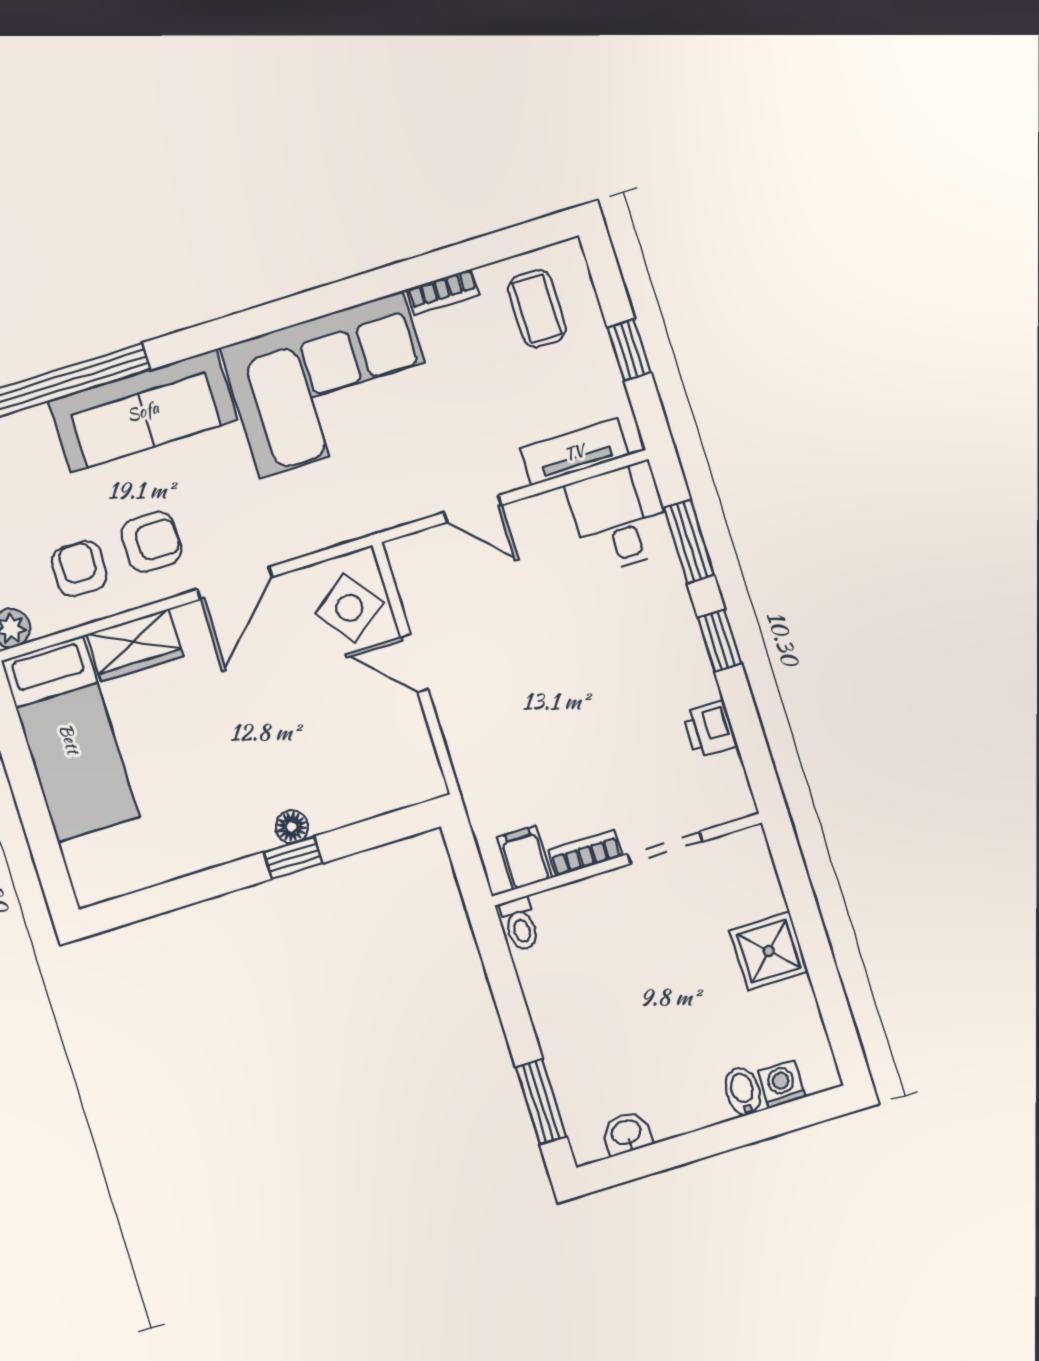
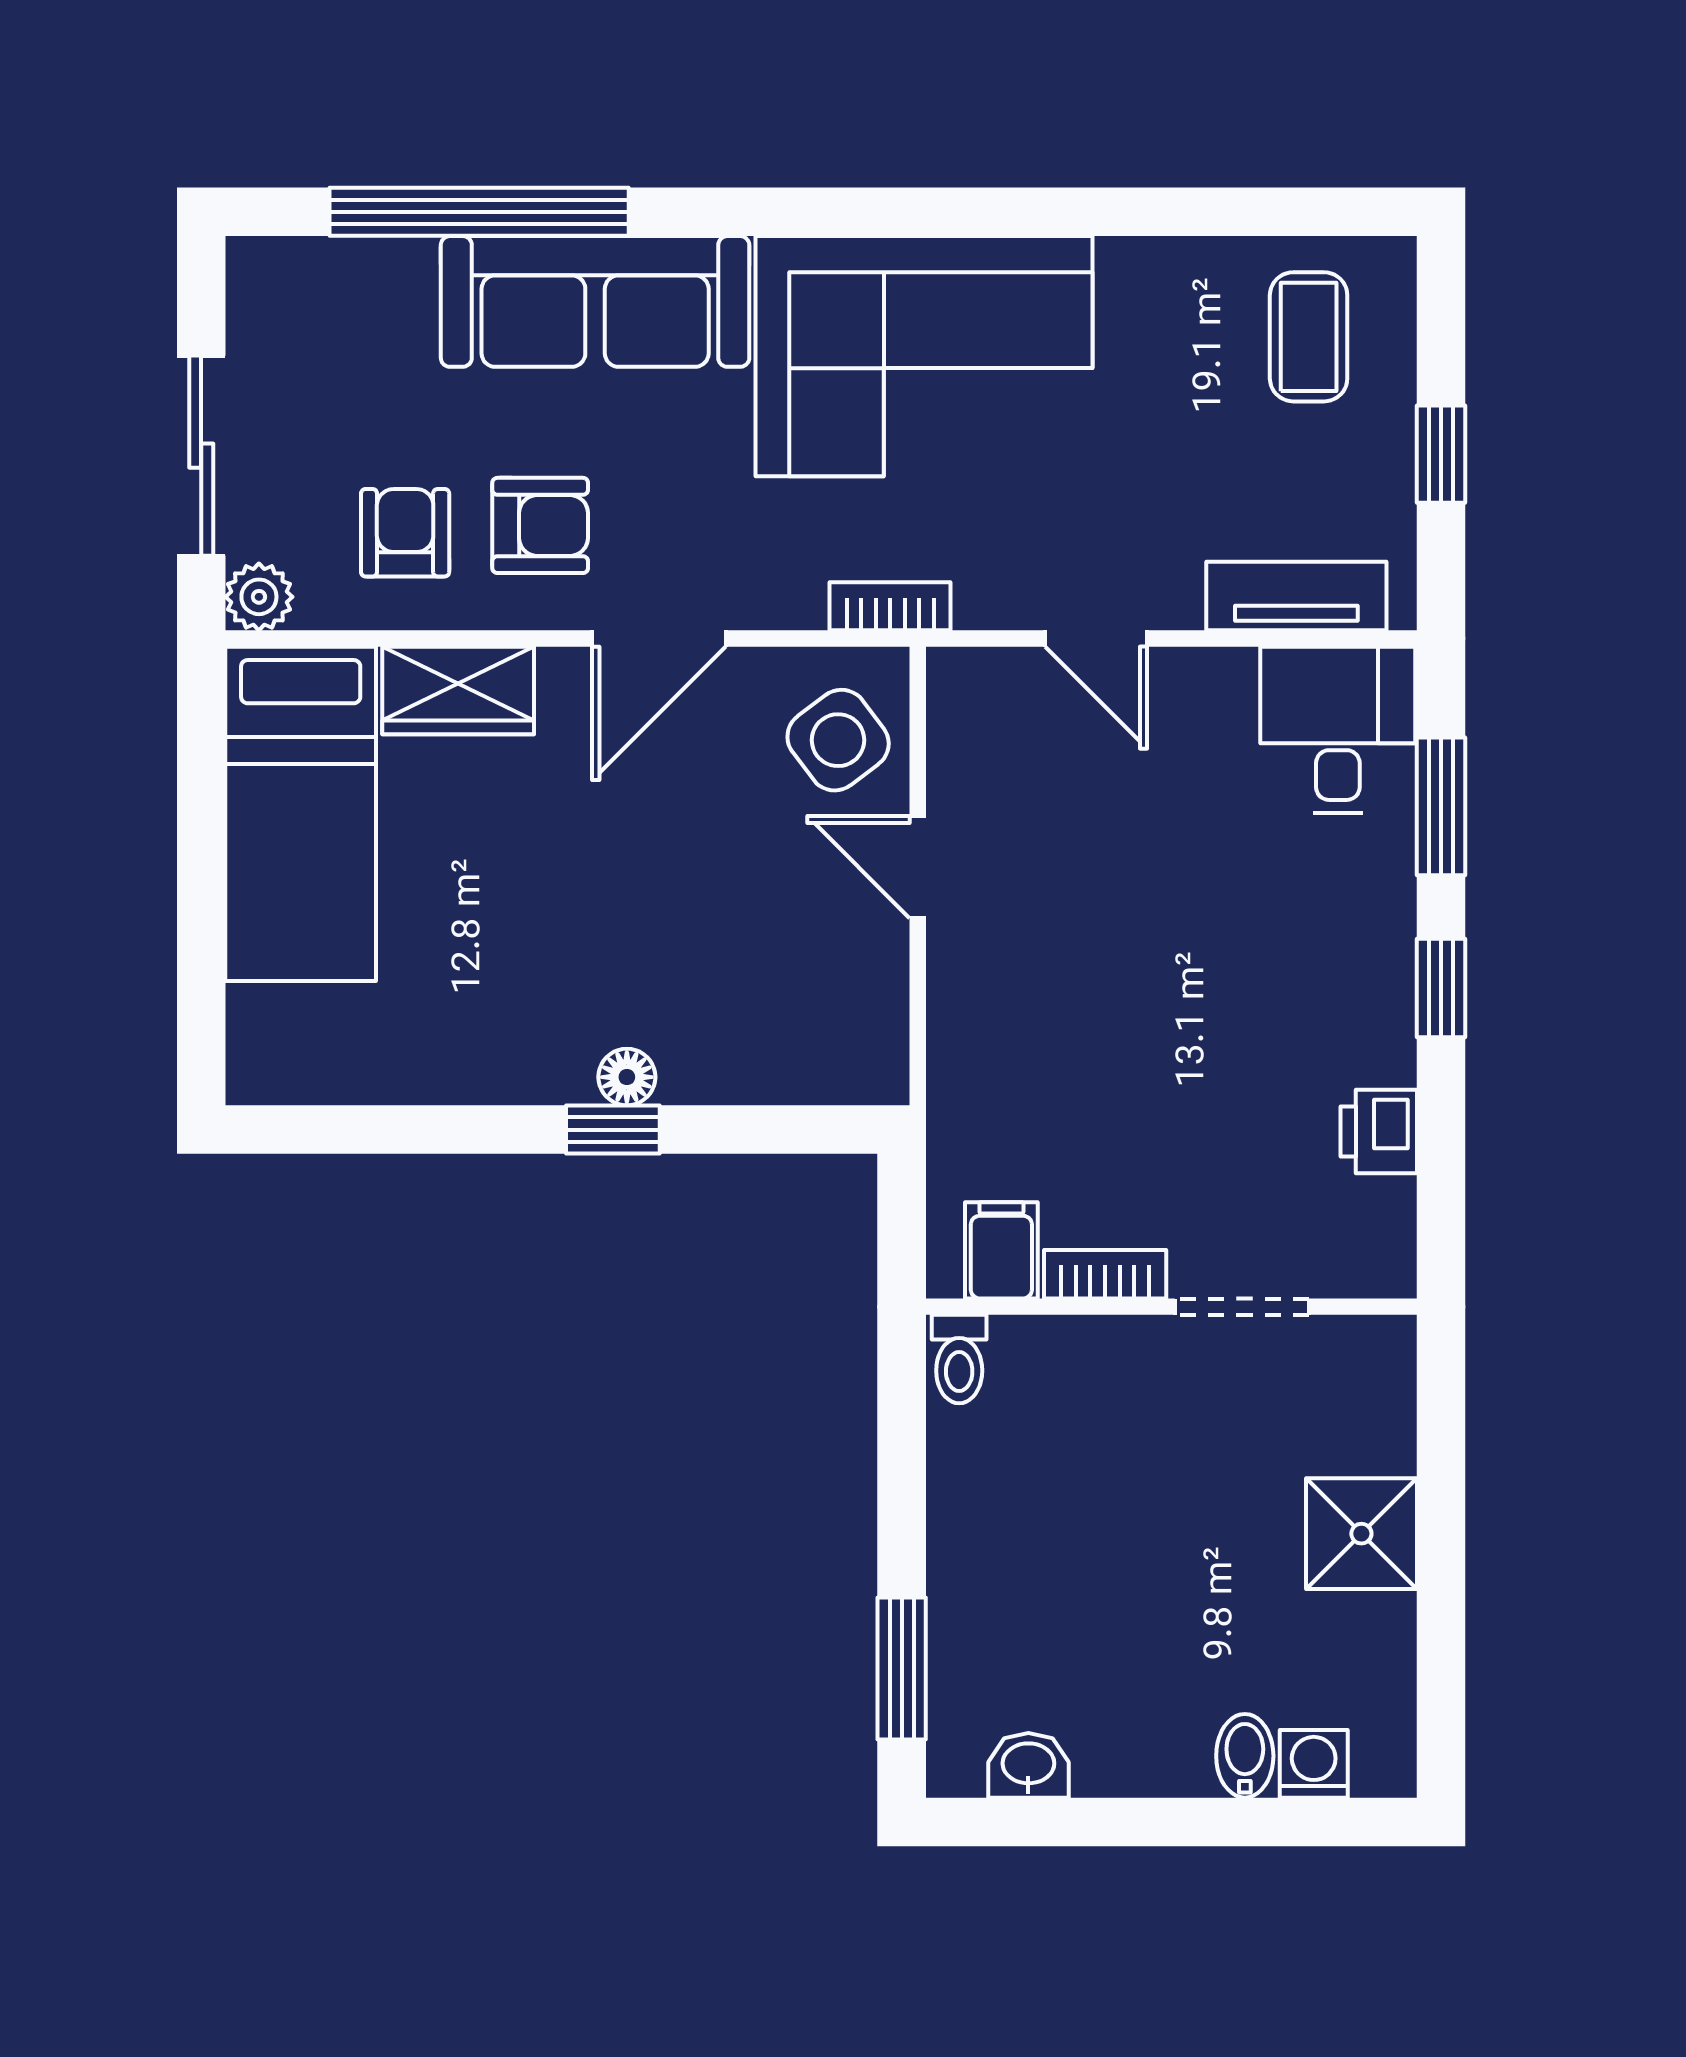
bookcase: (443, 292) -> (890, 606), moved, turned 180

